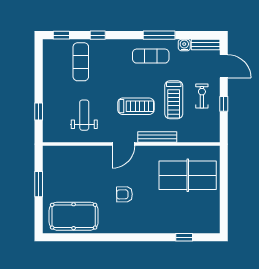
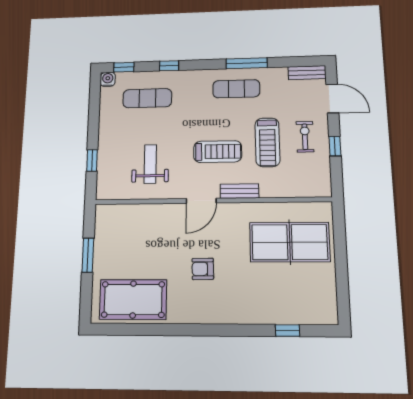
water cooler: (184, 45) -> (108, 79), moved
exercise mat: (81, 62) -> (147, 98), turned 90
bench: (157, 137) -> (239, 191), width x0.73

